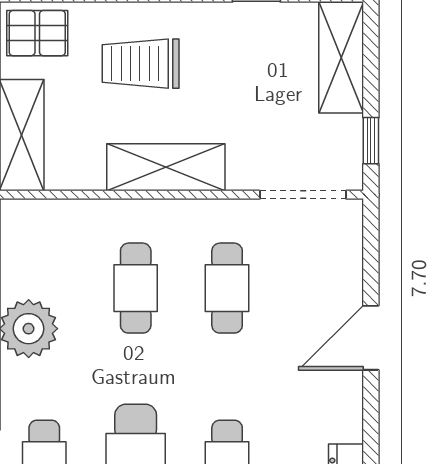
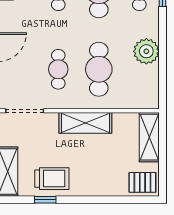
trolley: (141, 64) -> (52, 179), moved
cafe table: (136, 288) -> (99, 69), width x1.37, depth x1.35

